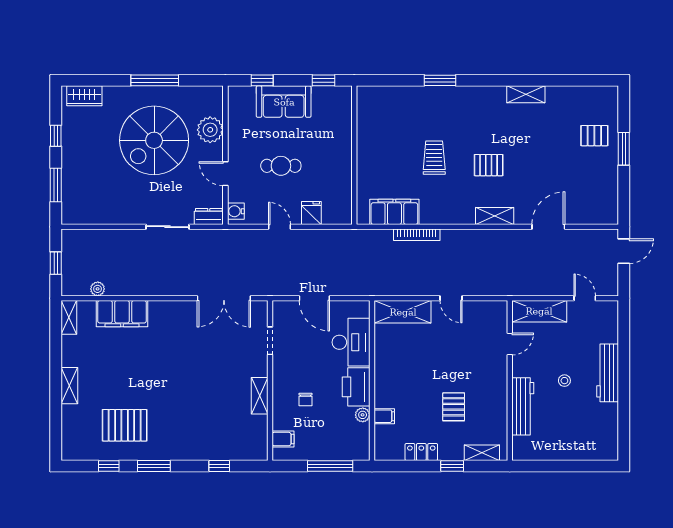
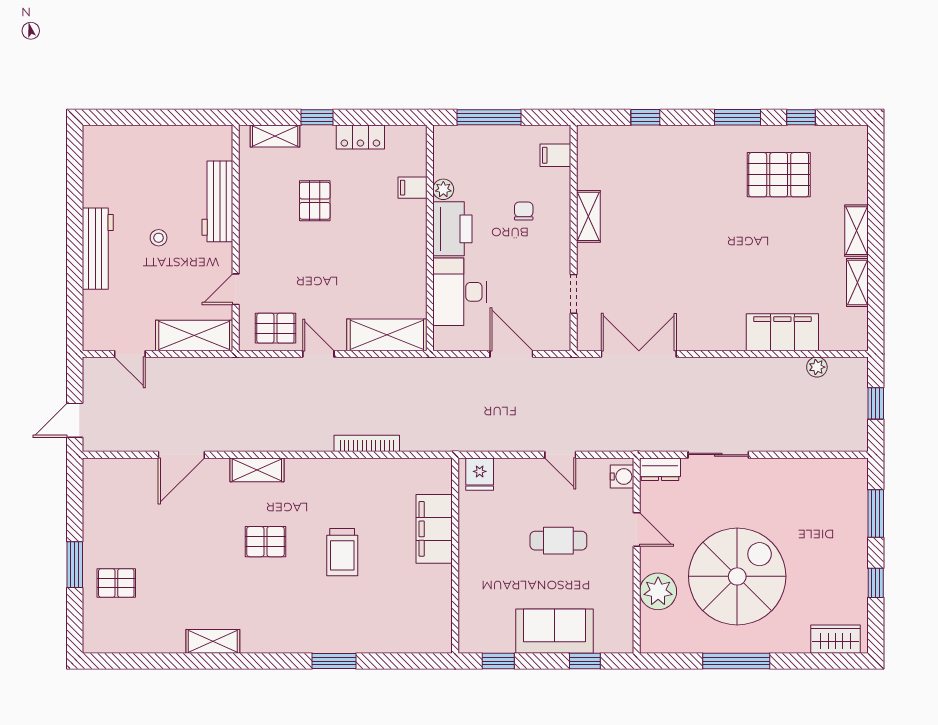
filing cabinet: (394, 212) -> (434, 529), moved, turned 90
fridge: (311, 213) -> (480, 474), moved
pallet: (482, 316) -> (275, 328), added
shelving: (69, 317) -> (857, 282), moved

